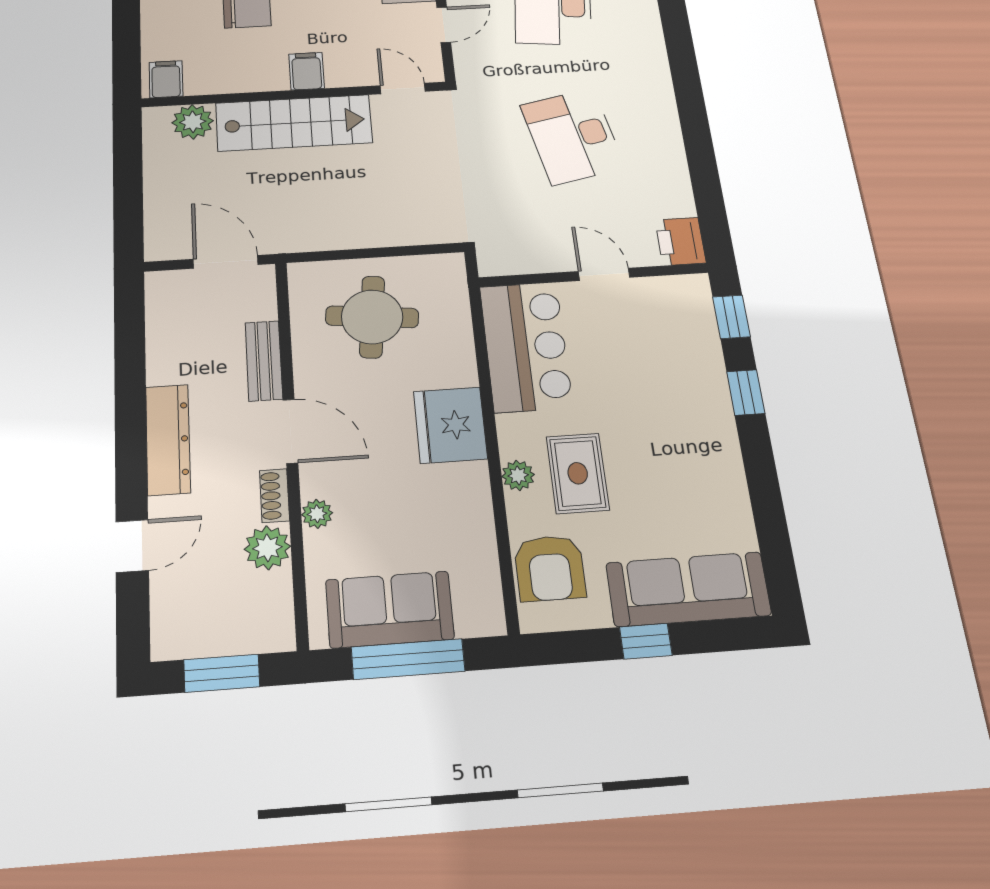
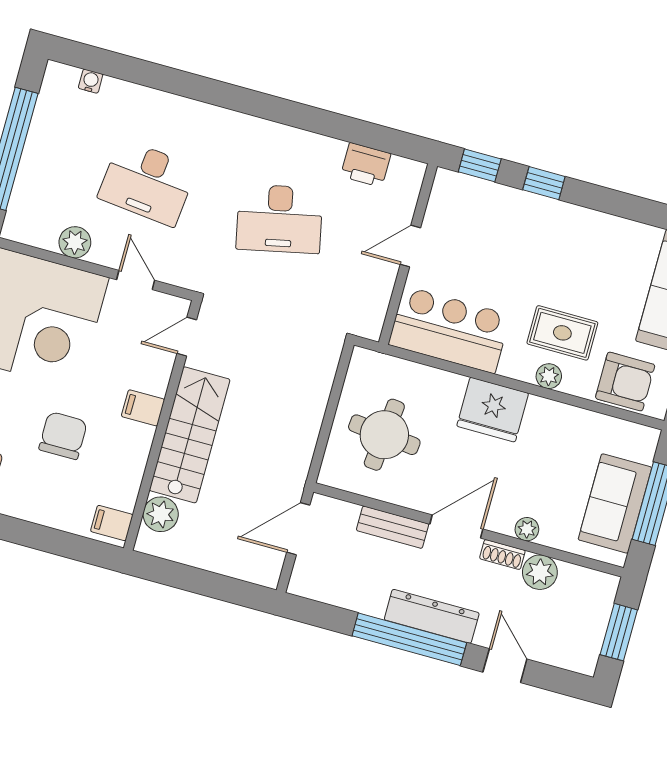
printer: (680, 241) -> (366, 165), moved
window: (131, 423) -> (409, 639), added

